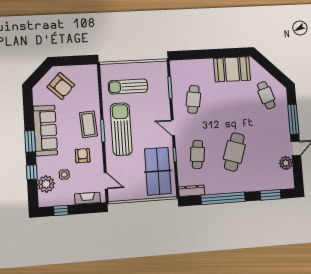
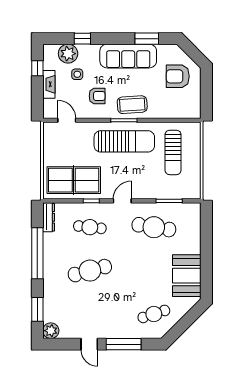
armchair: (61, 86) -> (178, 76), turned 46
sun lounger: (128, 86) -> (173, 152), turned 180
cafe table: (193, 99) -> (154, 227), width x1.37, depth x1.35
window: (30, 141) -> (147, 39), moved
cafe table: (234, 152) -> (90, 271), turned -33
plant: (286, 163) -> (51, 331), moved
door: (106, 181) -> (67, 120), swing flipped
fireplace: (87, 198) -> (49, 84), moved

